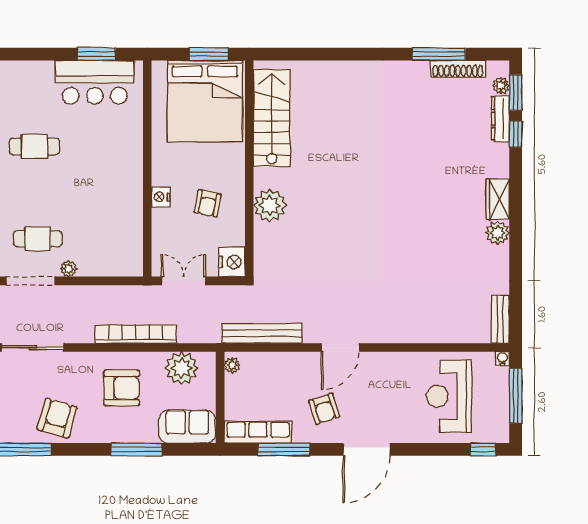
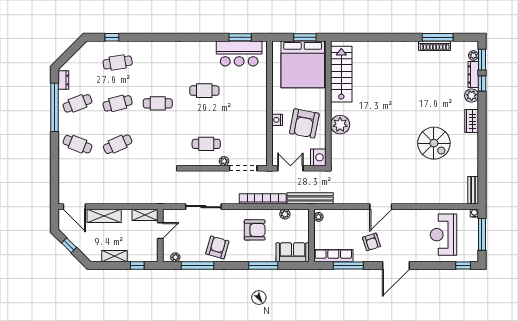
shoe rack: (458, 69) -> (435, 46), moved
armchair: (208, 203) -> (304, 123), width x1.88, depth x1.88
plant: (498, 233) -> (472, 95), moved
spiral stairs: (432, 237) -> (434, 143), added
doorway: (31, 281) -> (243, 168), moved
bench: (262, 333) -> (310, 198), moved
plant: (182, 368) -> (285, 214), width x0.53, depth x0.53

